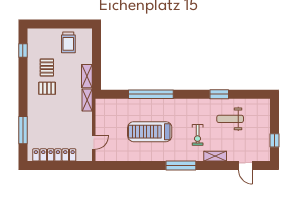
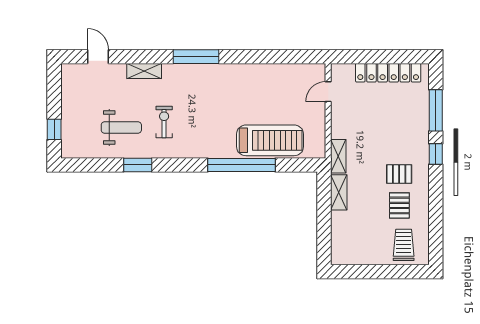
trolley: (68, 42) -> (404, 245), moved
window: (23, 50) -> (436, 154), moved
treadmill: (150, 132) -> (270, 140), moved
exercise bike: (198, 135) -> (164, 122), moved
window: (274, 140) -> (54, 129), moved

